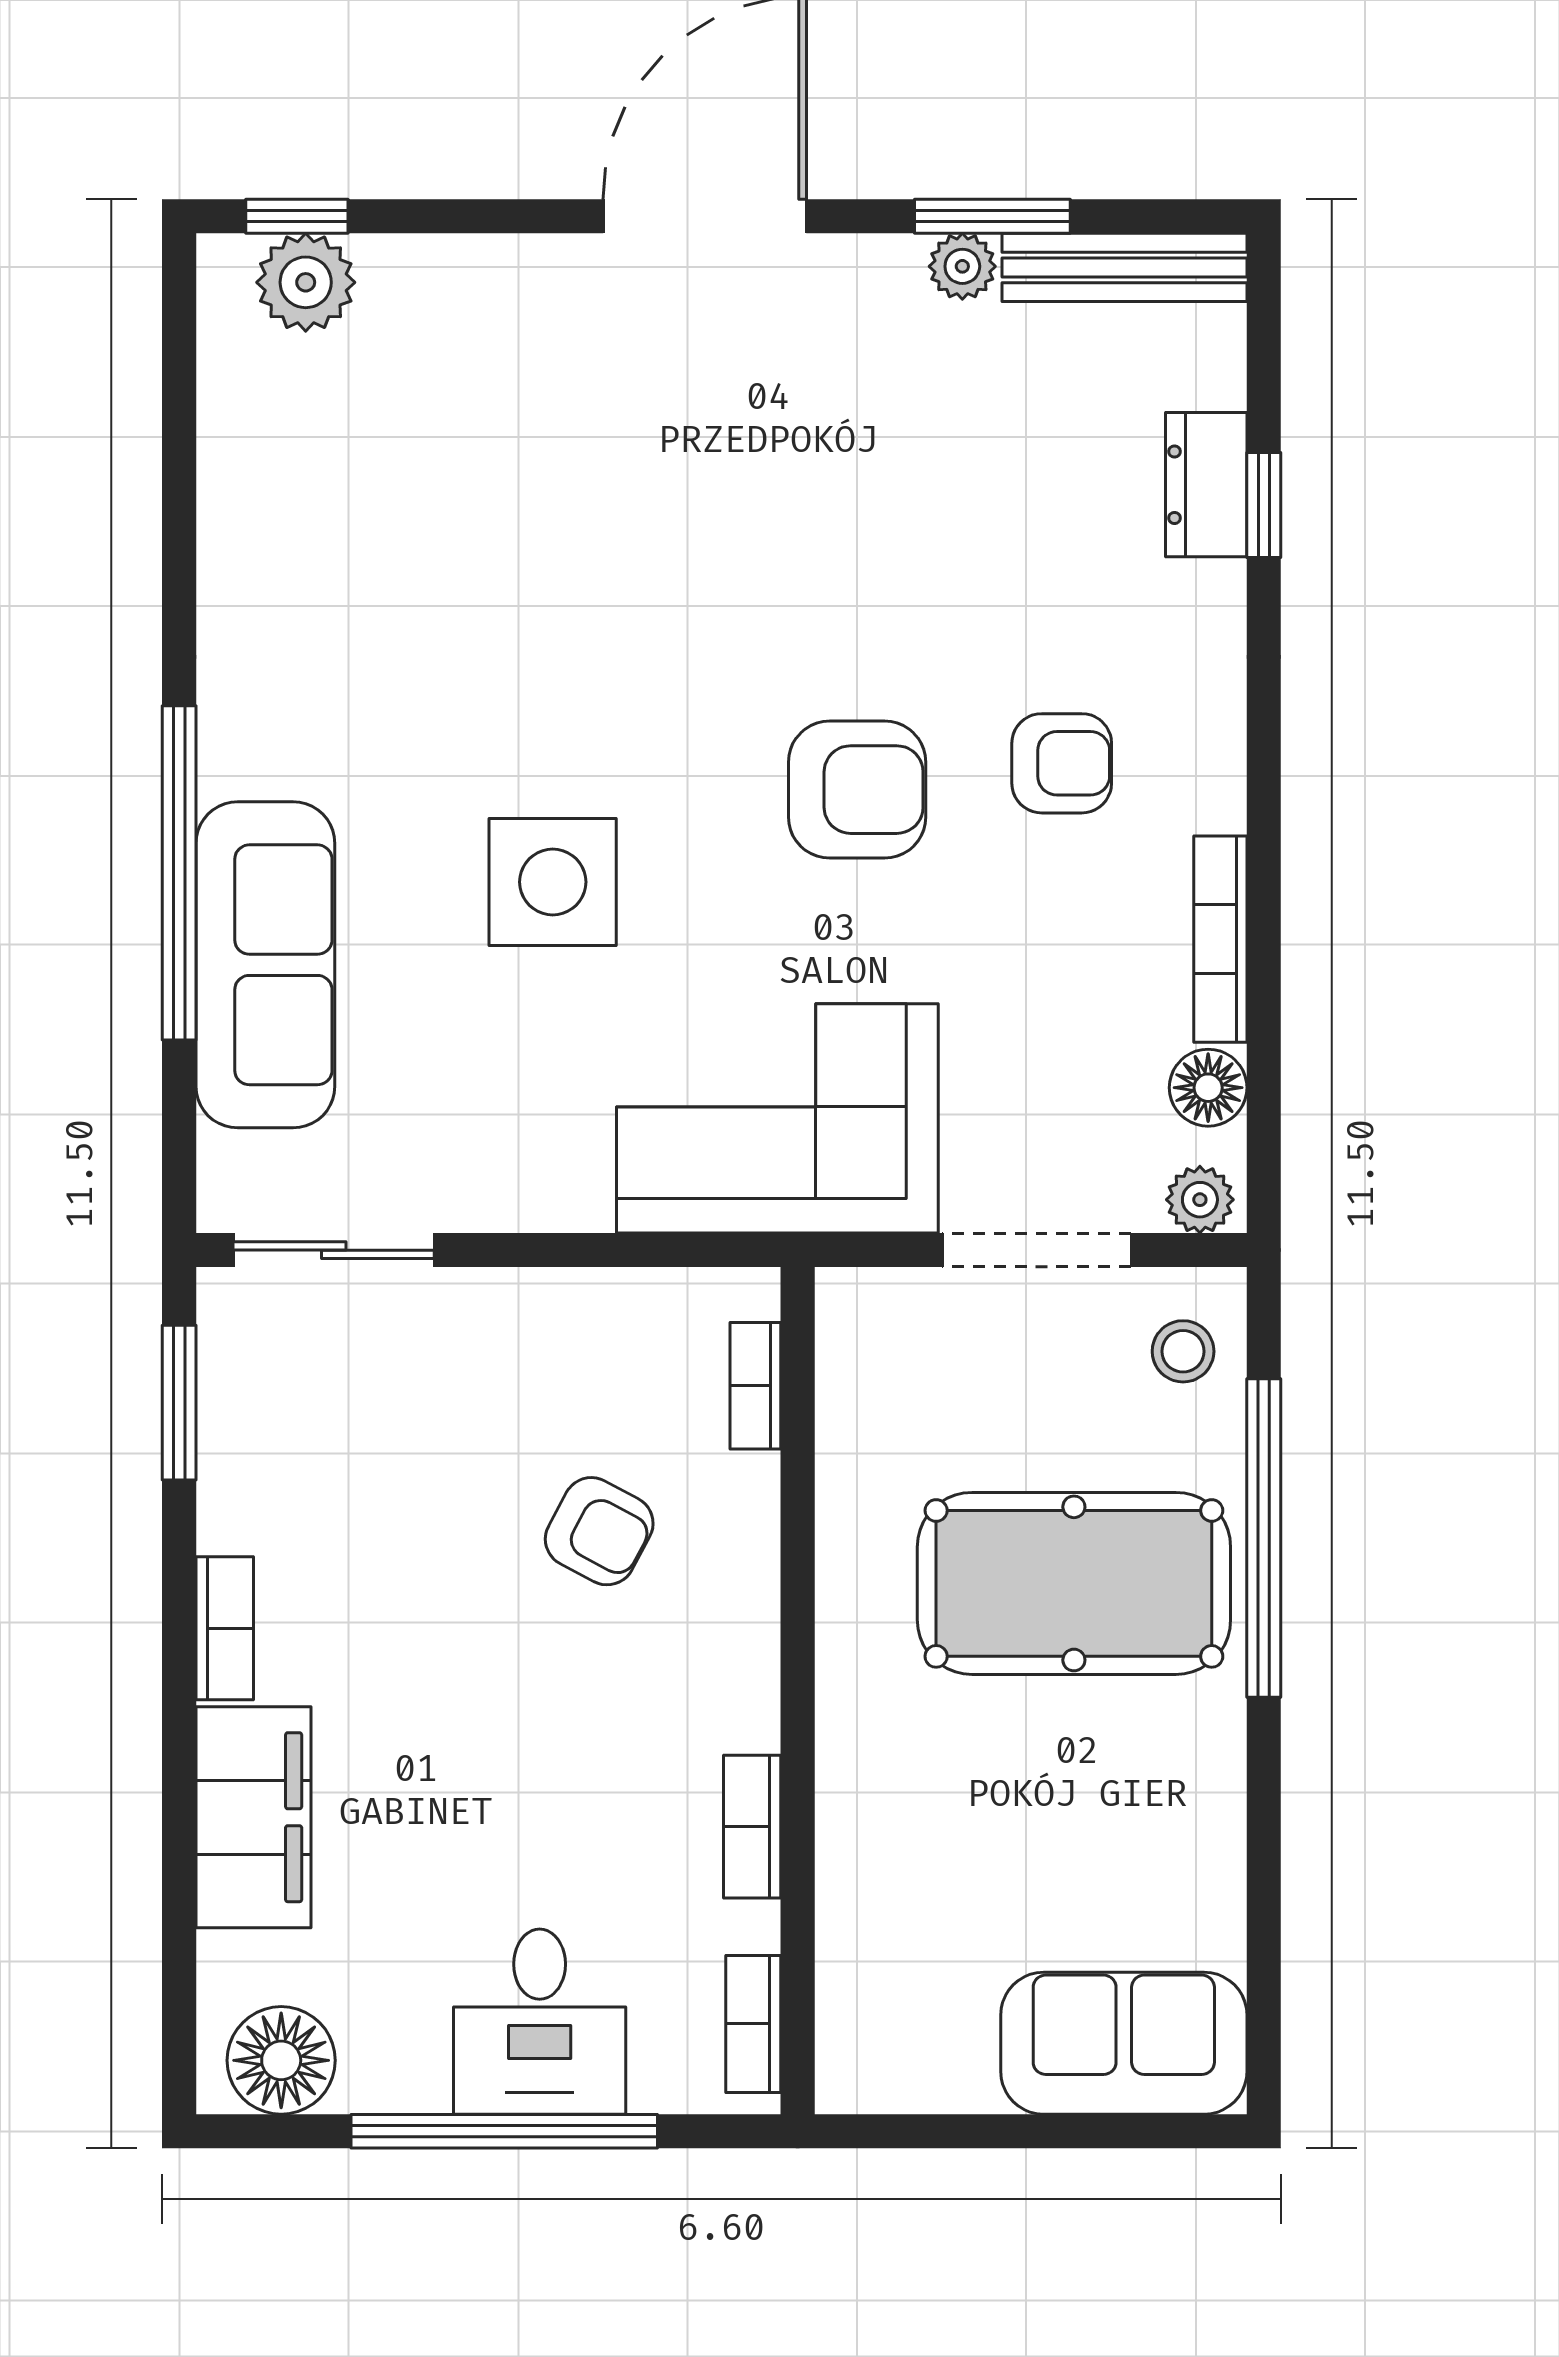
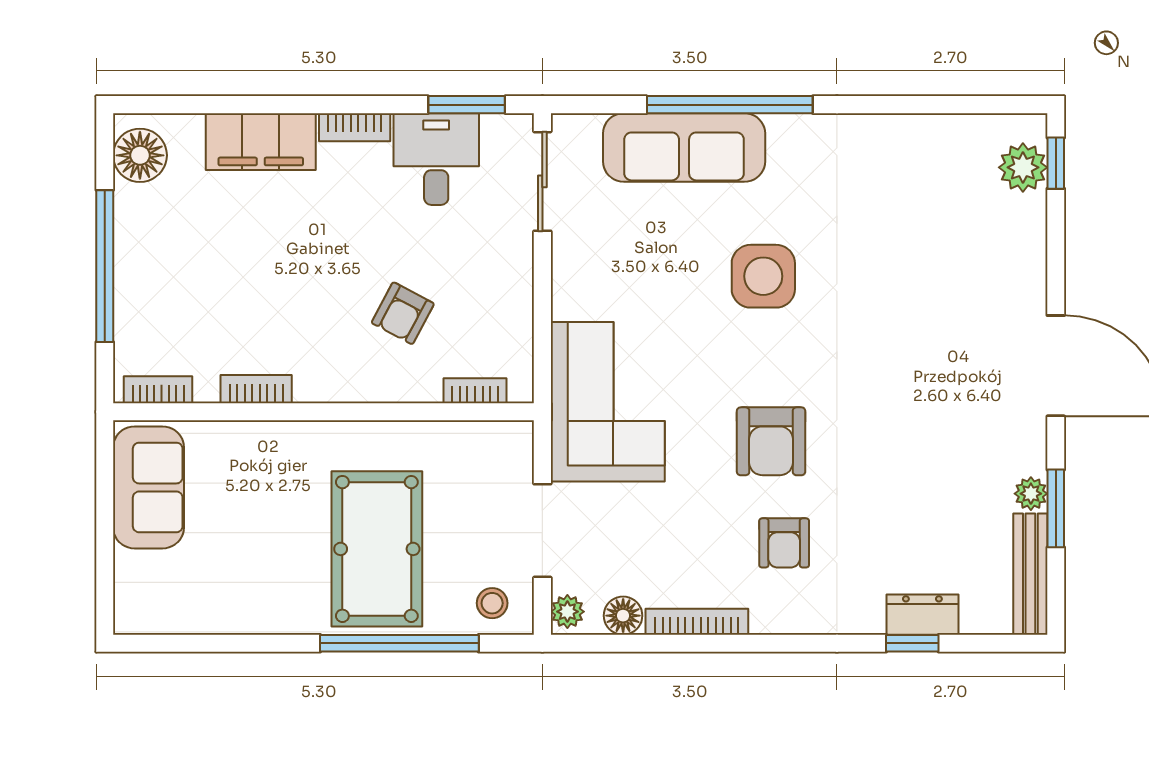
side table: (553, 882) -> (763, 276), moved
desk: (540, 2022) -> (436, 159), moved, turned 90
sofa: (1124, 2043) -> (149, 487), moved

